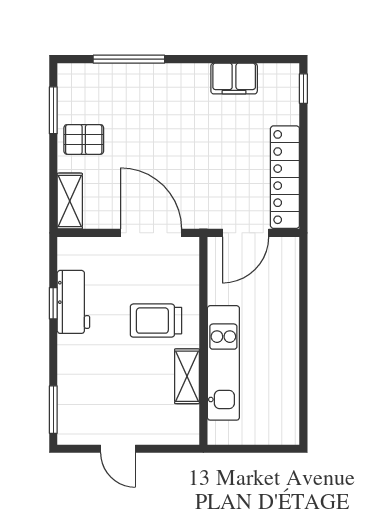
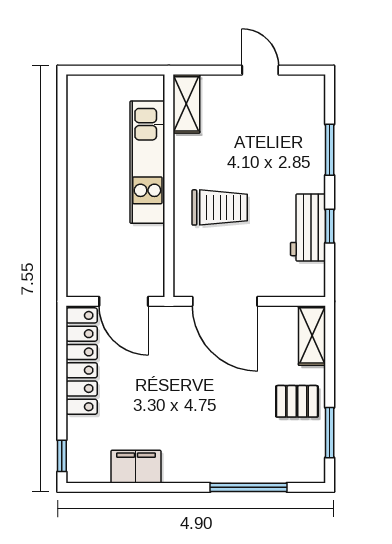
door: (246, 233) -> (124, 301), swing flipped
shelving: (187, 376) -> (186, 104), moved
window: (53, 410) -> (330, 150), moved

